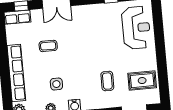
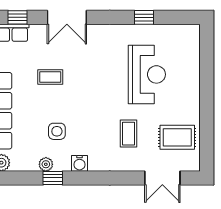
reception desk: (136, 28) -> (147, 74), moved

